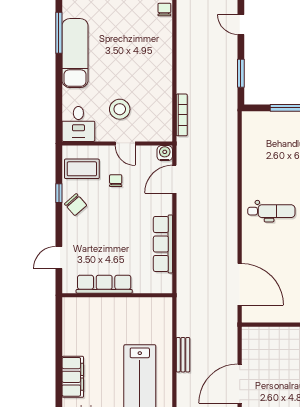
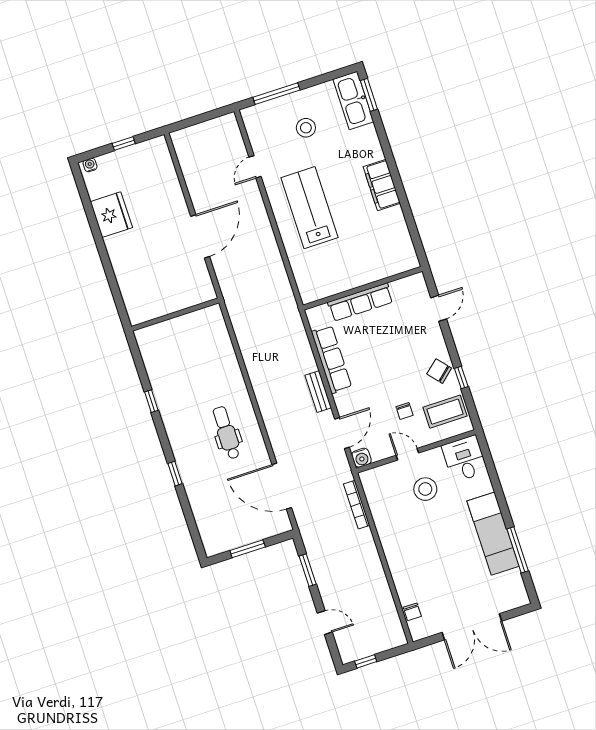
dental chair: (271, 211) -> (227, 433), turned 90
row of seats: (104, 284) -> (360, 302), moved
door: (240, 284) -> (282, 486), moved
bench: (183, 355) -> (318, 392), moved

